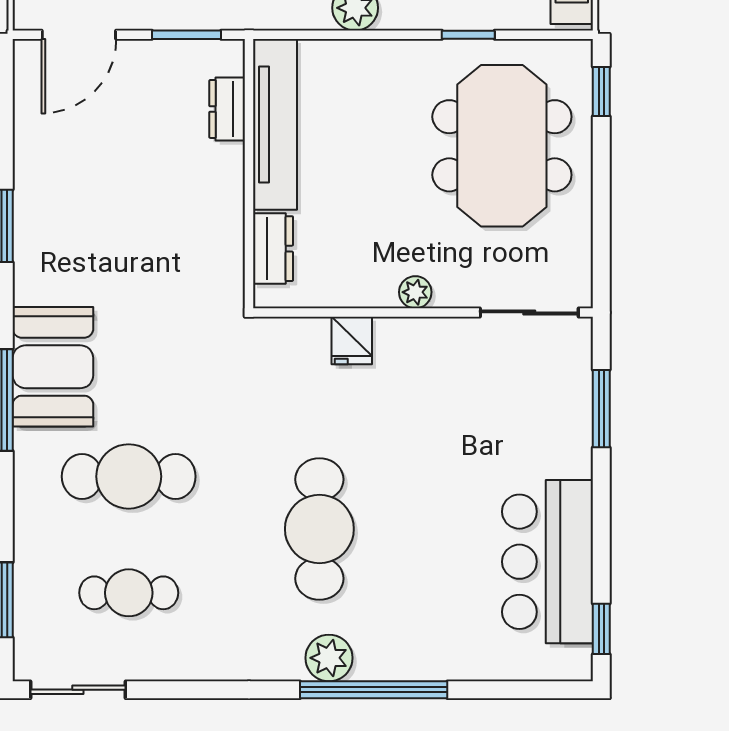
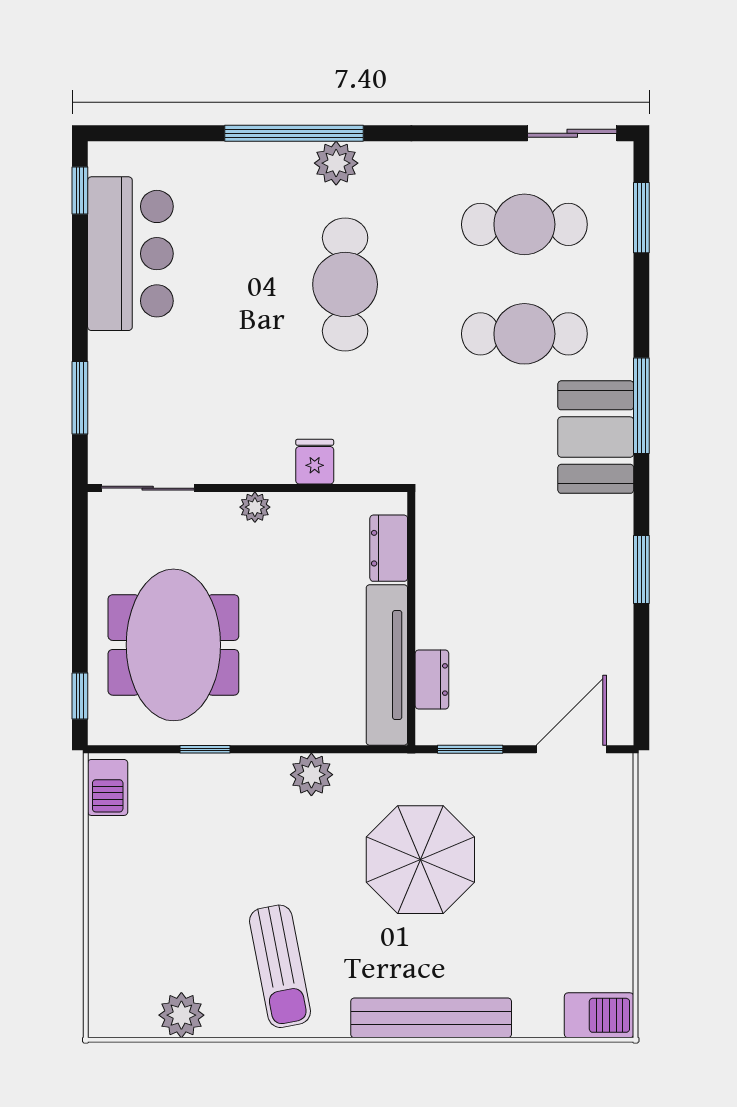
cafe table: (129, 593) -> (524, 224), width x1.37, depth x1.35

